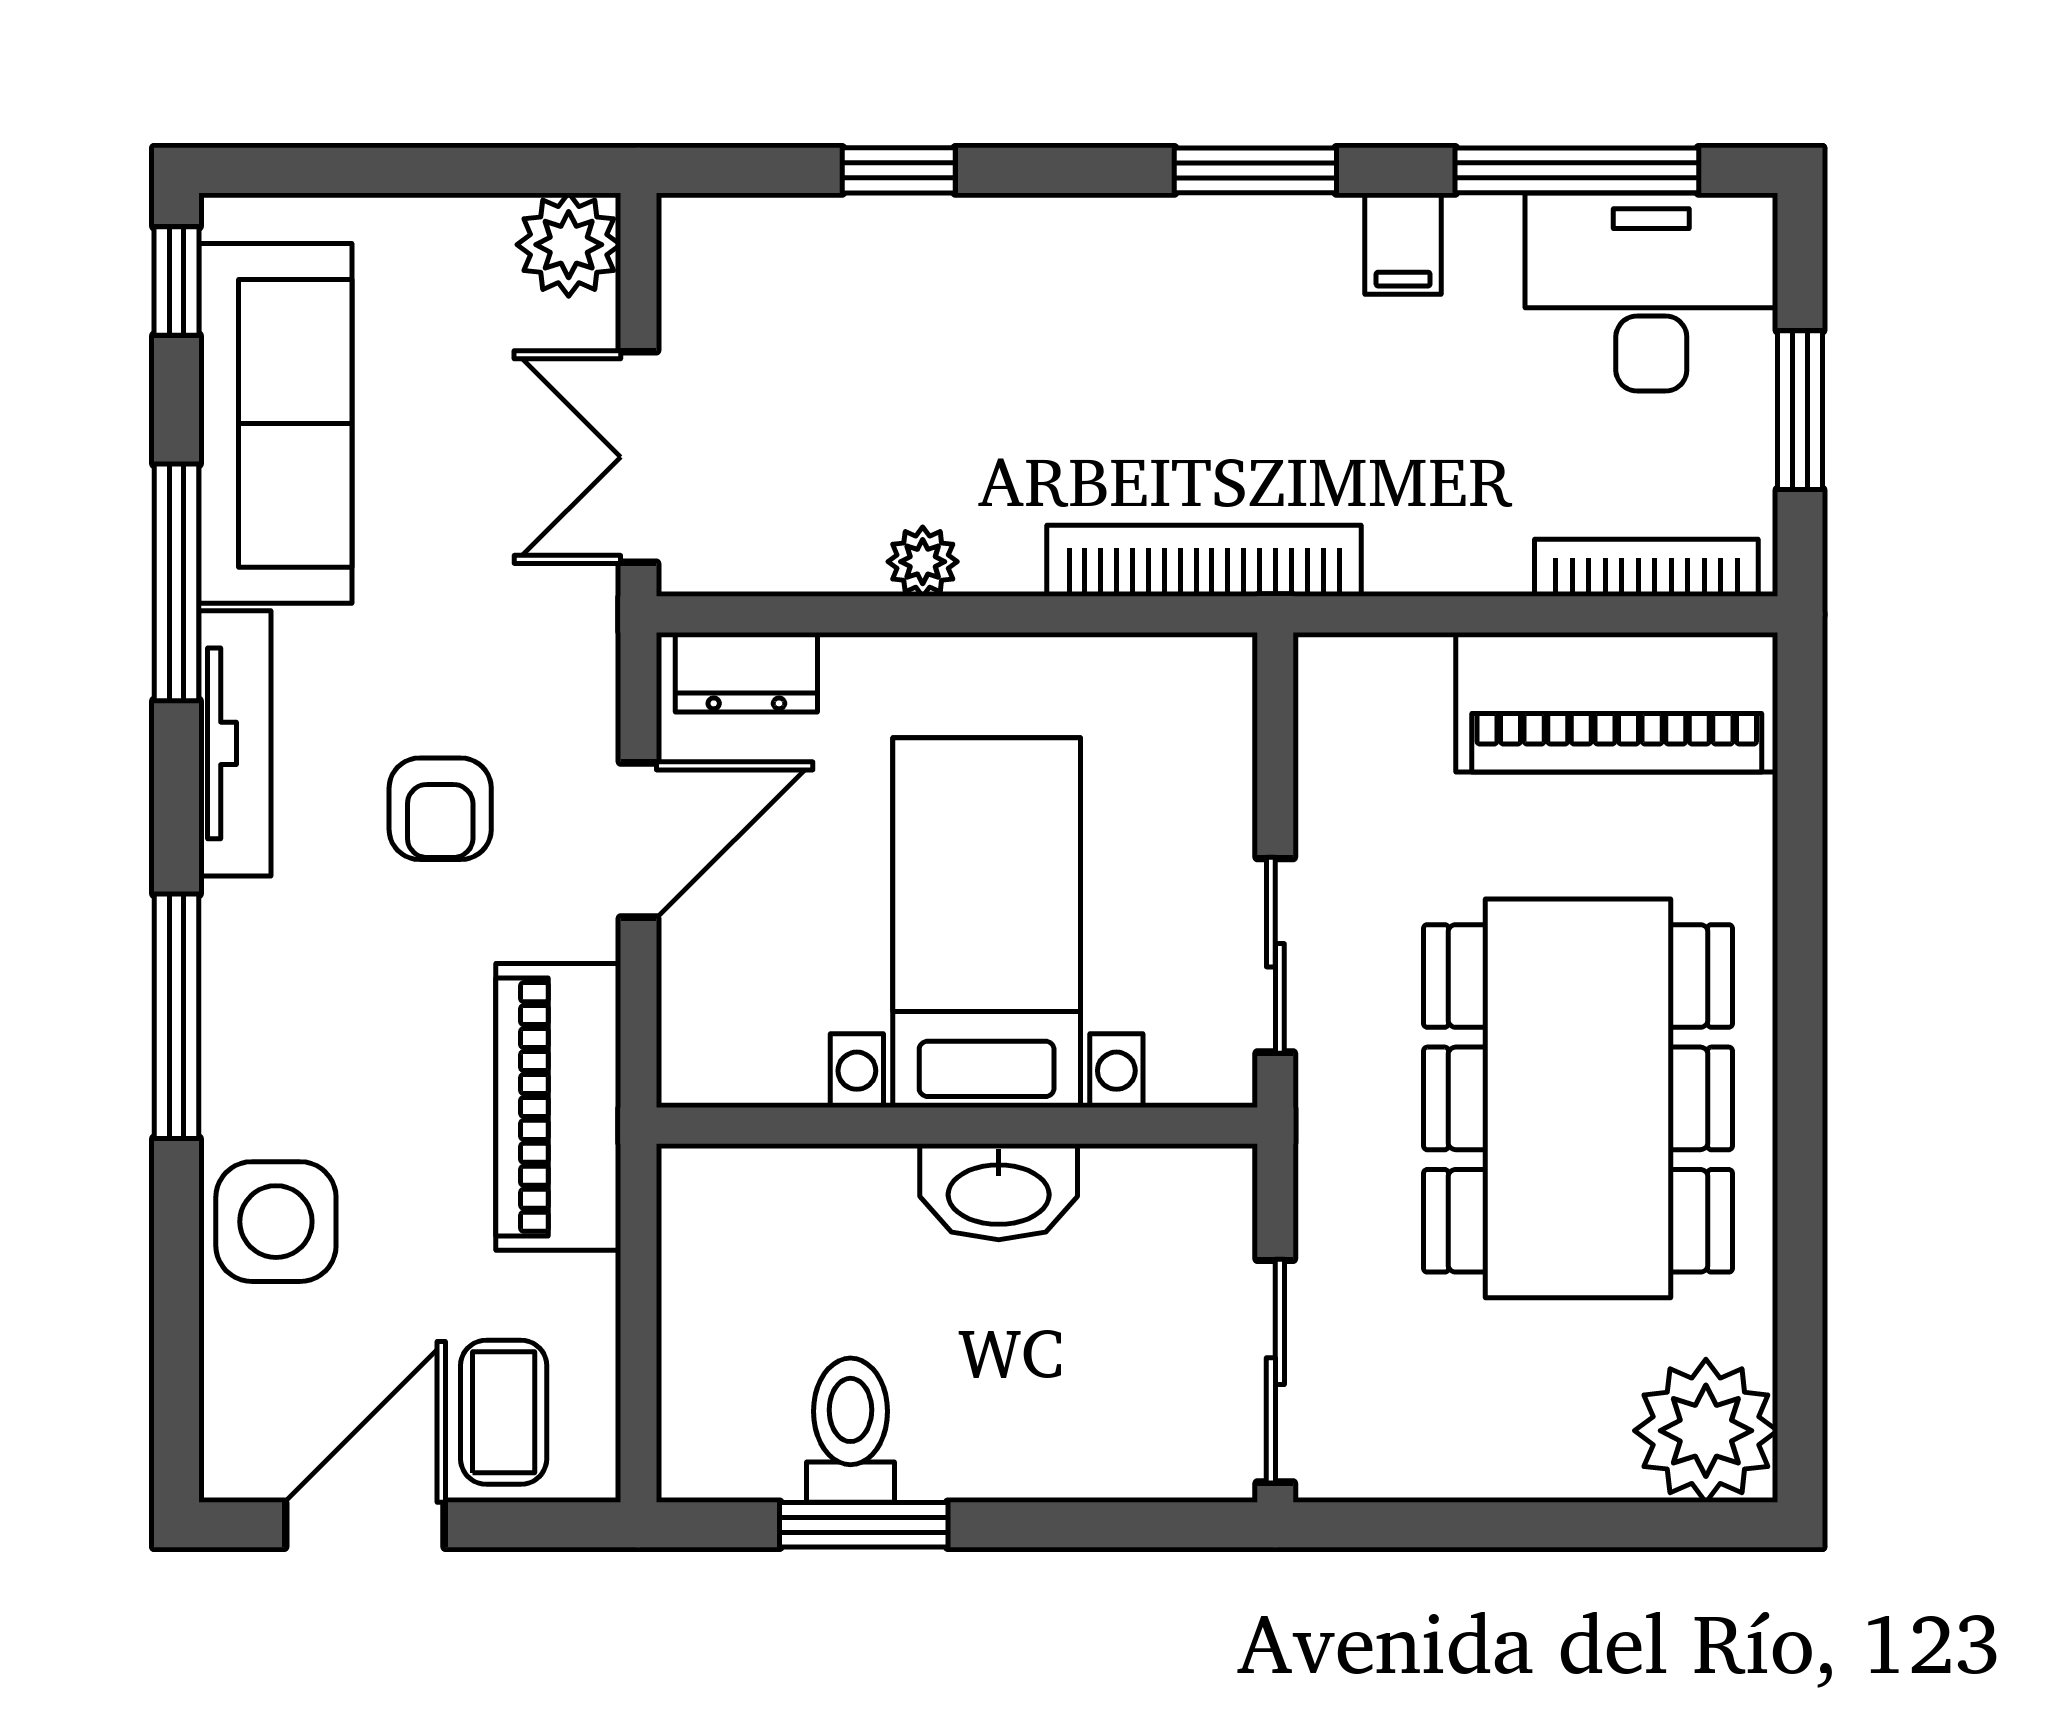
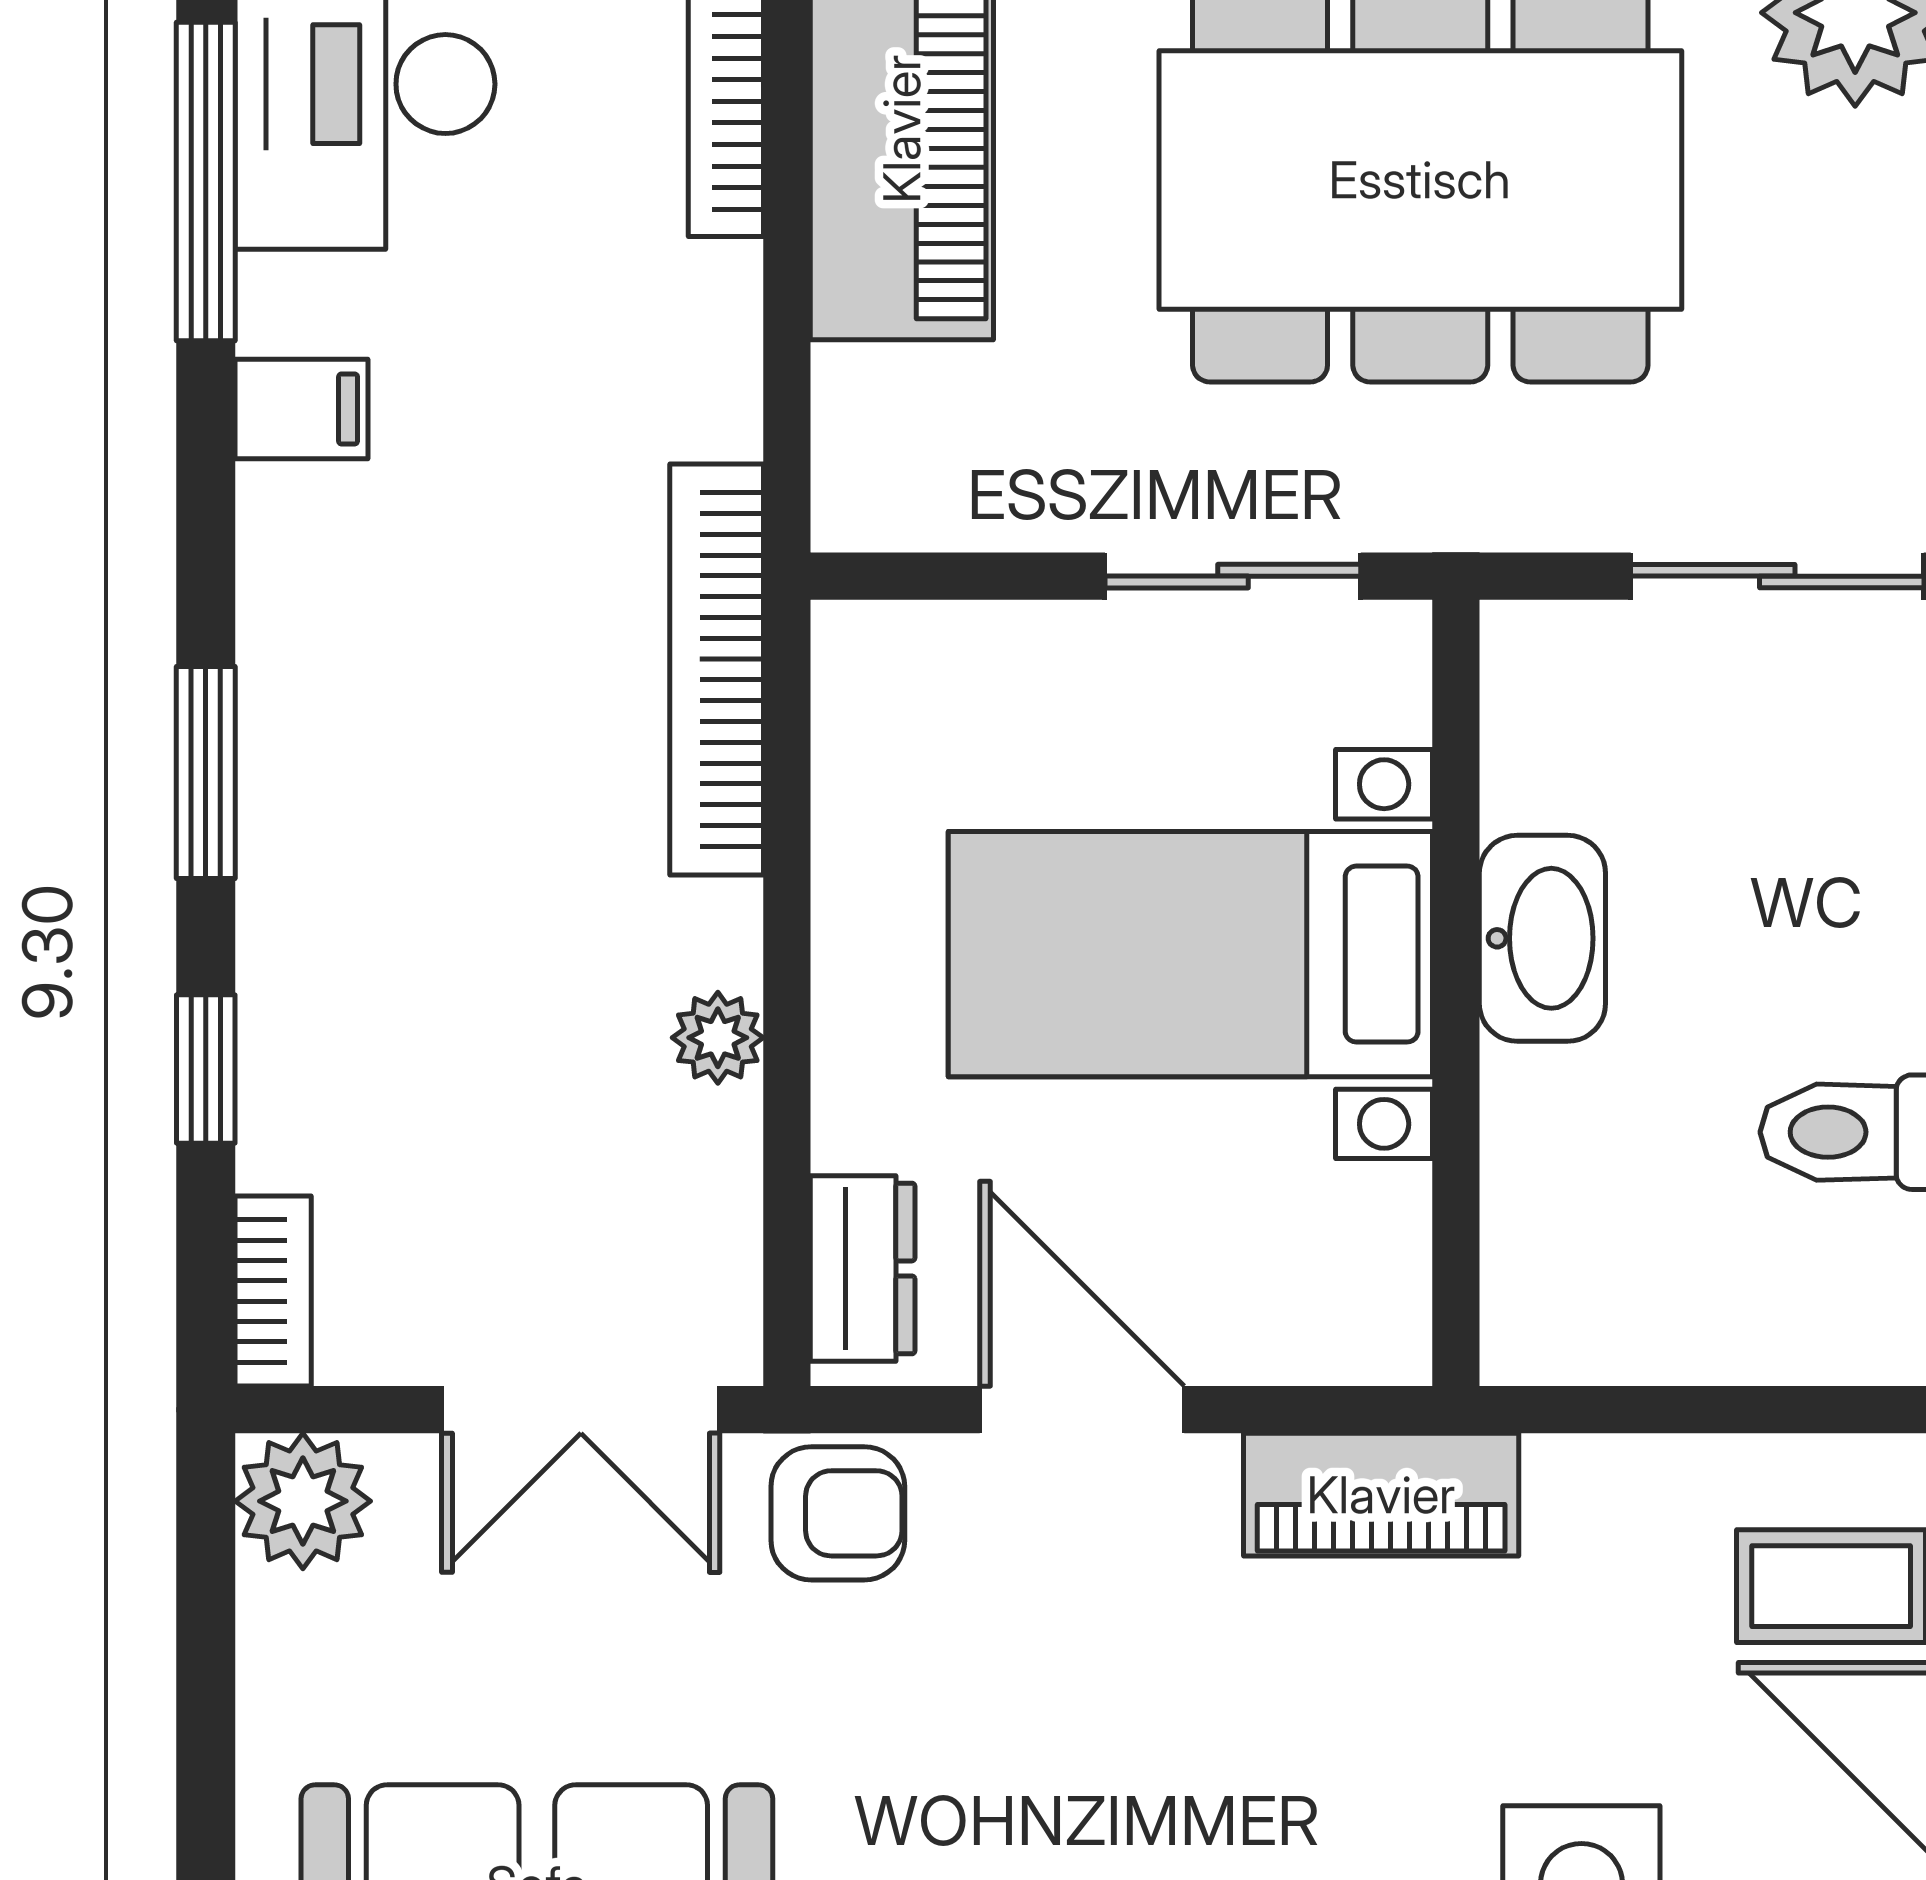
window: (1255, 170) -> (206, 772), moved
bookcase: (729, 222) -> (273, 1291), added
armchair: (440, 809) -> (838, 1513), moved
piano: (558, 1107) -> (1381, 1495), width x0.73, depth x0.75

